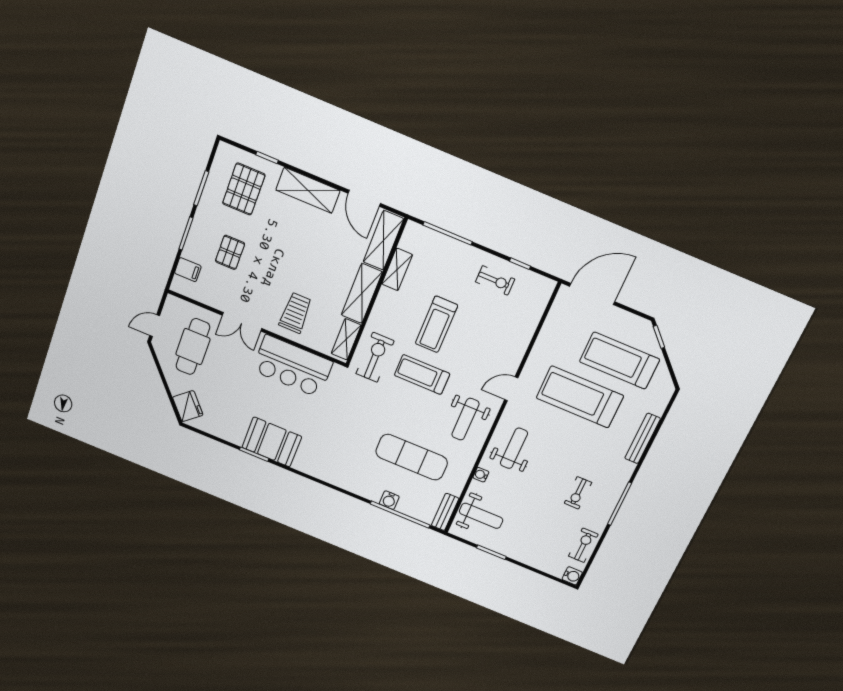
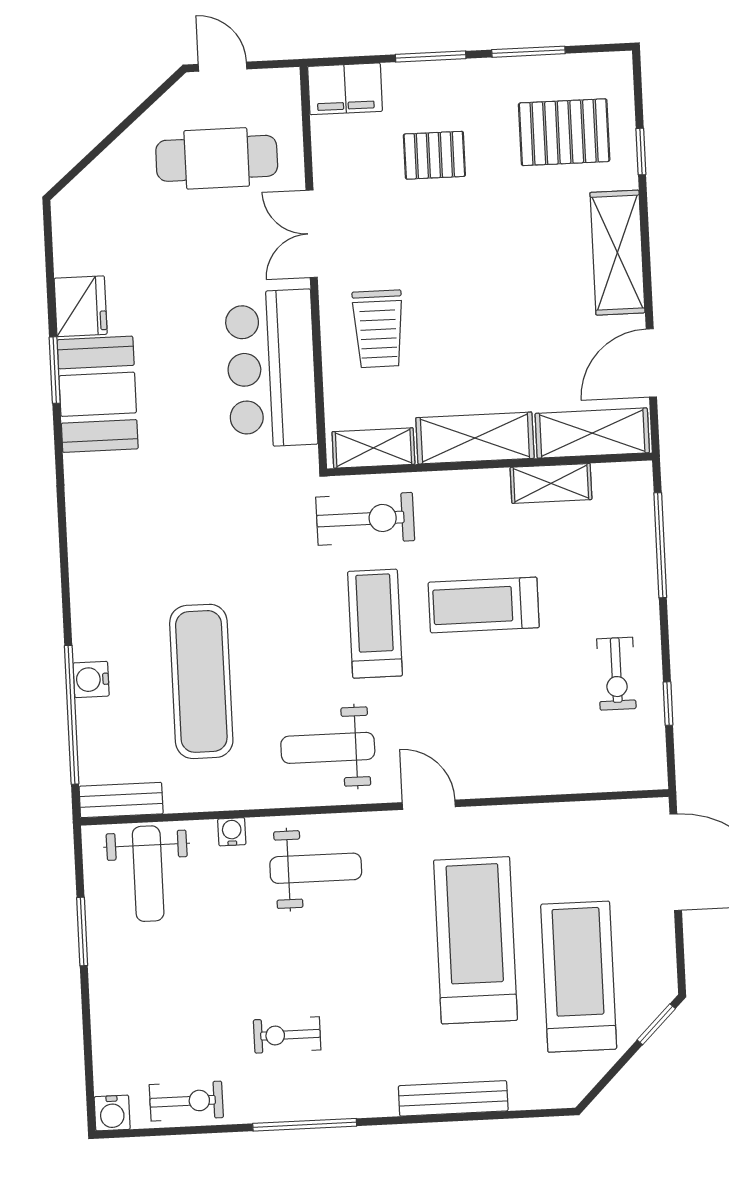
filing cabinet: (188, 270) -> (345, 89), width x2.00
trolley: (295, 313) -> (378, 329), turned 90
fridge: (188, 406) -> (81, 306), moved, turned -50

